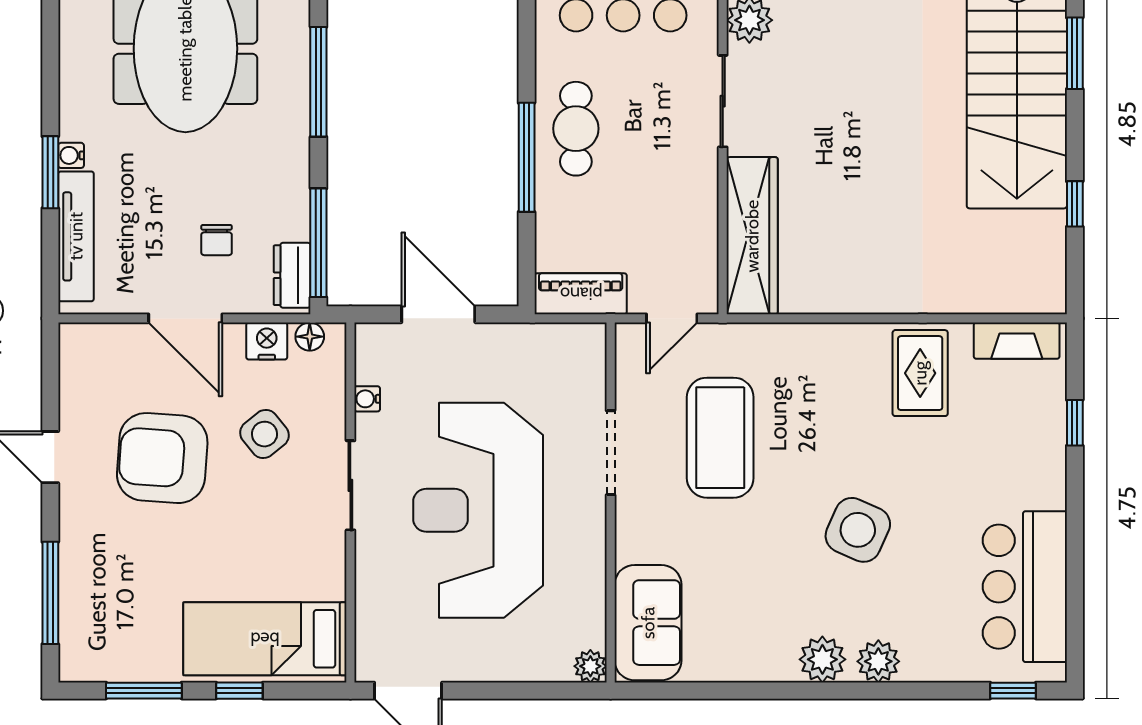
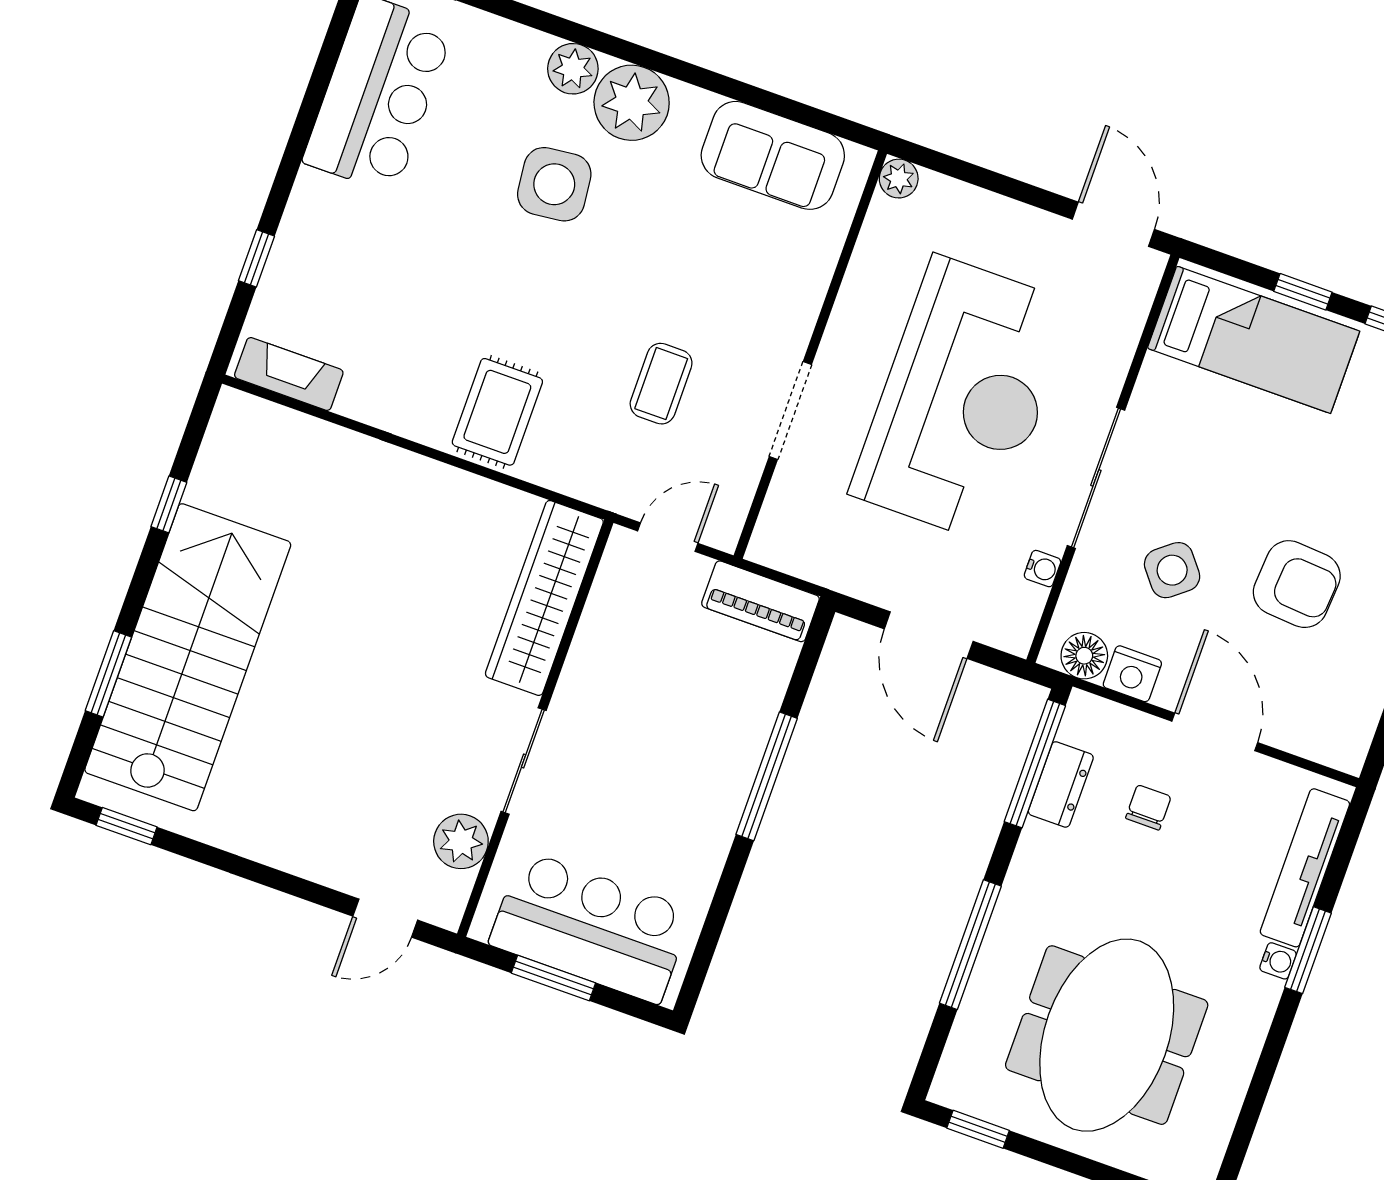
cafe table: (576, 129) -> (700, 789), removed
dresser: (292, 275) -> (1061, 784), moved
floor lamp: (310, 337) -> (1084, 656), width x1.37, depth x1.37
rug: (920, 373) -> (497, 412), moved
coffee table: (720, 438) -> (661, 384), width x0.54, depth x0.58
armchair: (162, 458) -> (1297, 584), width x0.73, depth x0.73
sliding door: (350, 485) -> (1096, 478), width x1.37
side table: (858, 530) -> (554, 184), moved, turned -30
sofa: (648, 623) -> (773, 155), moved, turned -90
plant: (822, 659) -> (632, 103), width x1.36, depth x1.36

